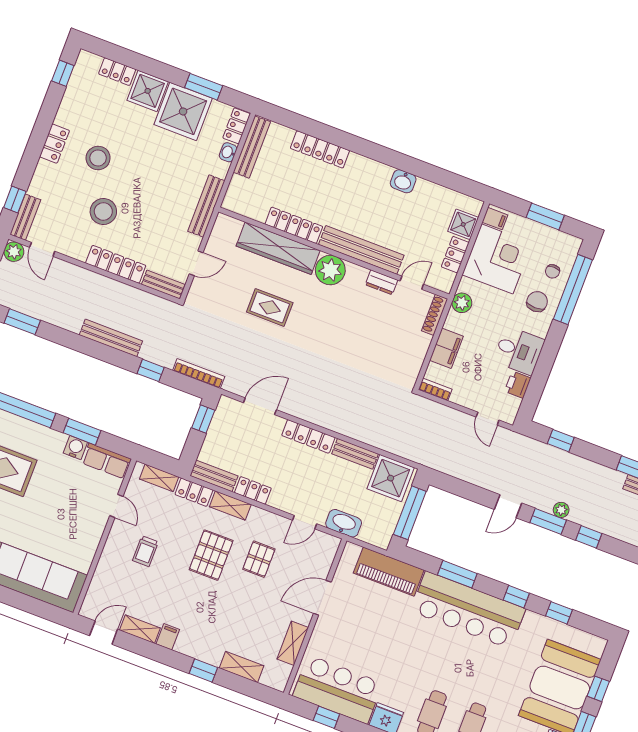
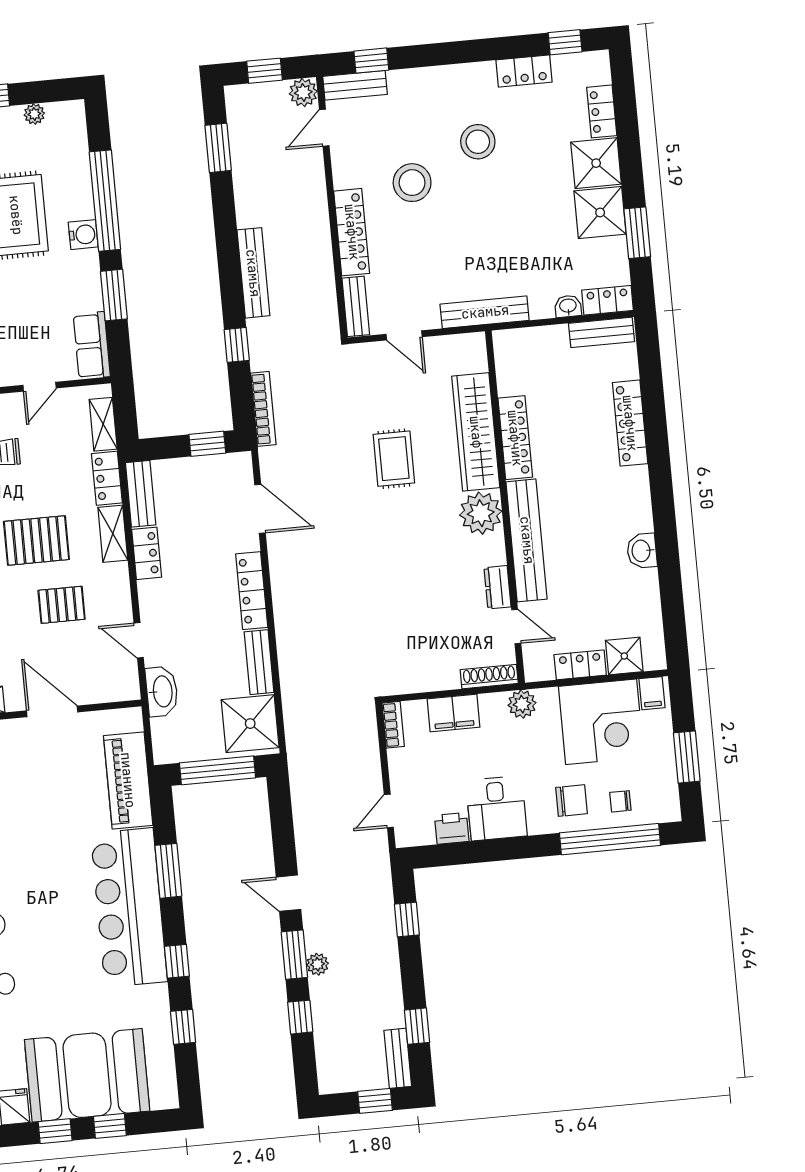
shower: (183, 111) -> (600, 212), width x0.73, depth x0.73
locker: (54, 144) -> (524, 71), moved
bench: (252, 147) -> (602, 332), width x0.73
water cooler: (75, 448) -> (83, 235), moved

